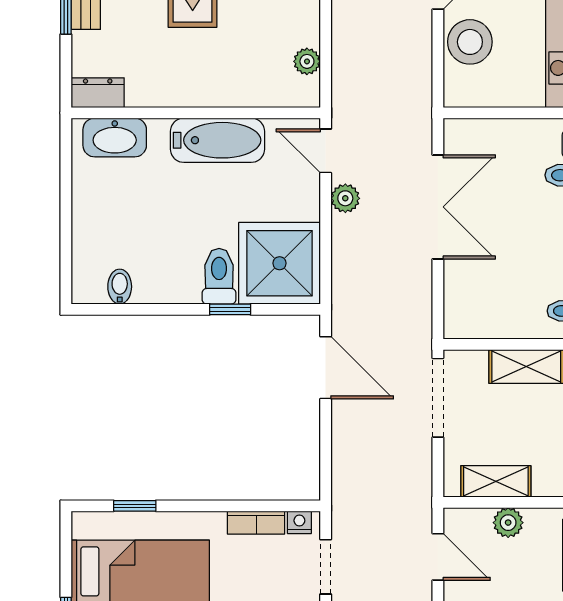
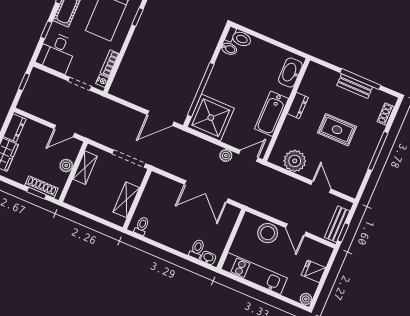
plant: (307, 61) -> (295, 161), width x1.88, depth x1.88
dresser: (98, 93) -> (298, 106), moved
toilet: (219, 276) -> (239, 38), moved
window: (230, 309) -> (201, 90), width x3.17

